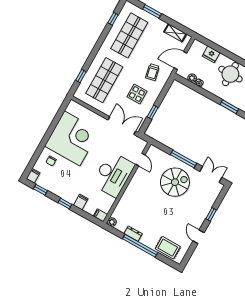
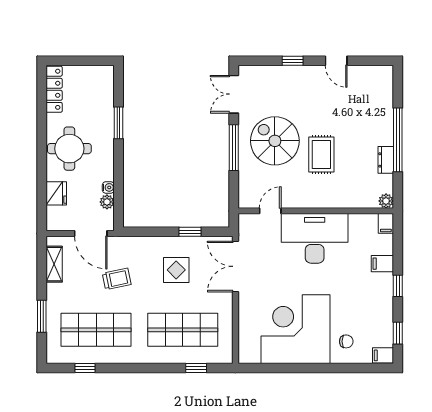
trolley: (153, 72) -> (117, 279), moved
door: (198, 237) -> (336, 61), hinge flipped
rug: (168, 248) -> (321, 154), moved

